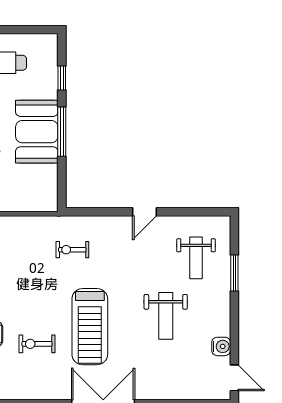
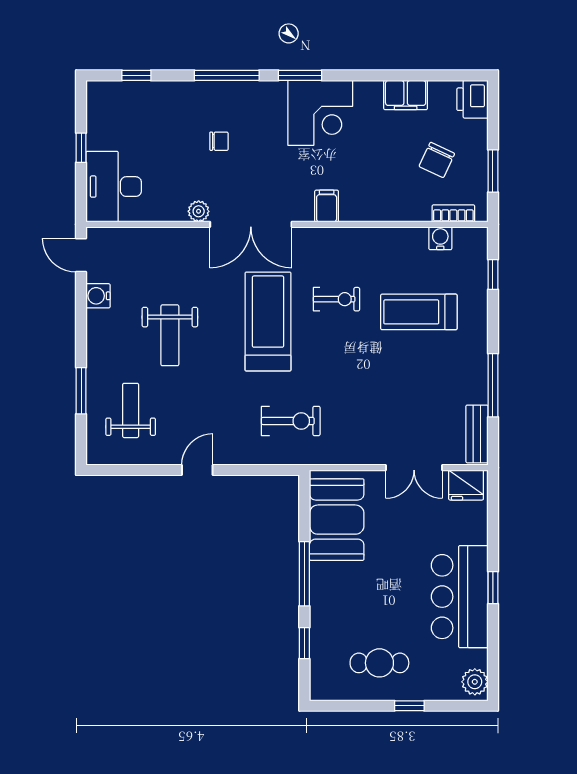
booth: (37, 132) -> (337, 520), moved
exercise bike: (72, 250) -> (291, 421), width x1.38, depth x1.39
weight bench: (166, 316) -> (170, 335), turned 180

